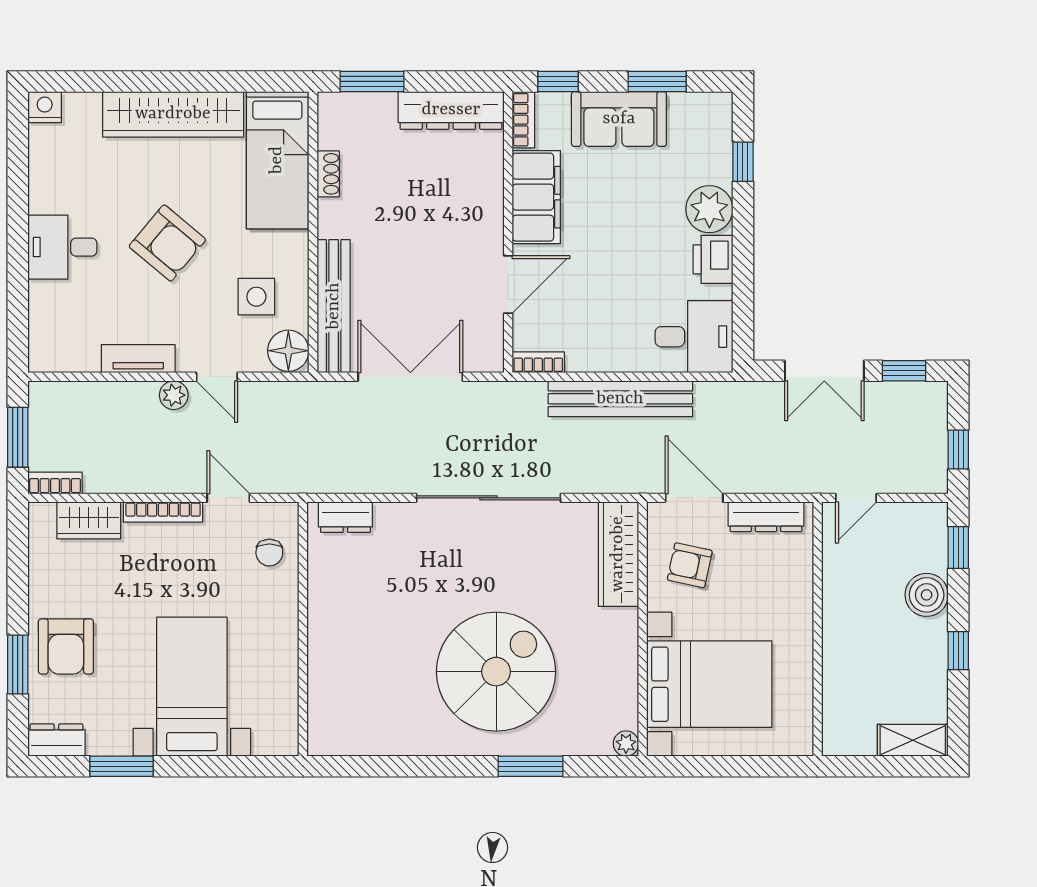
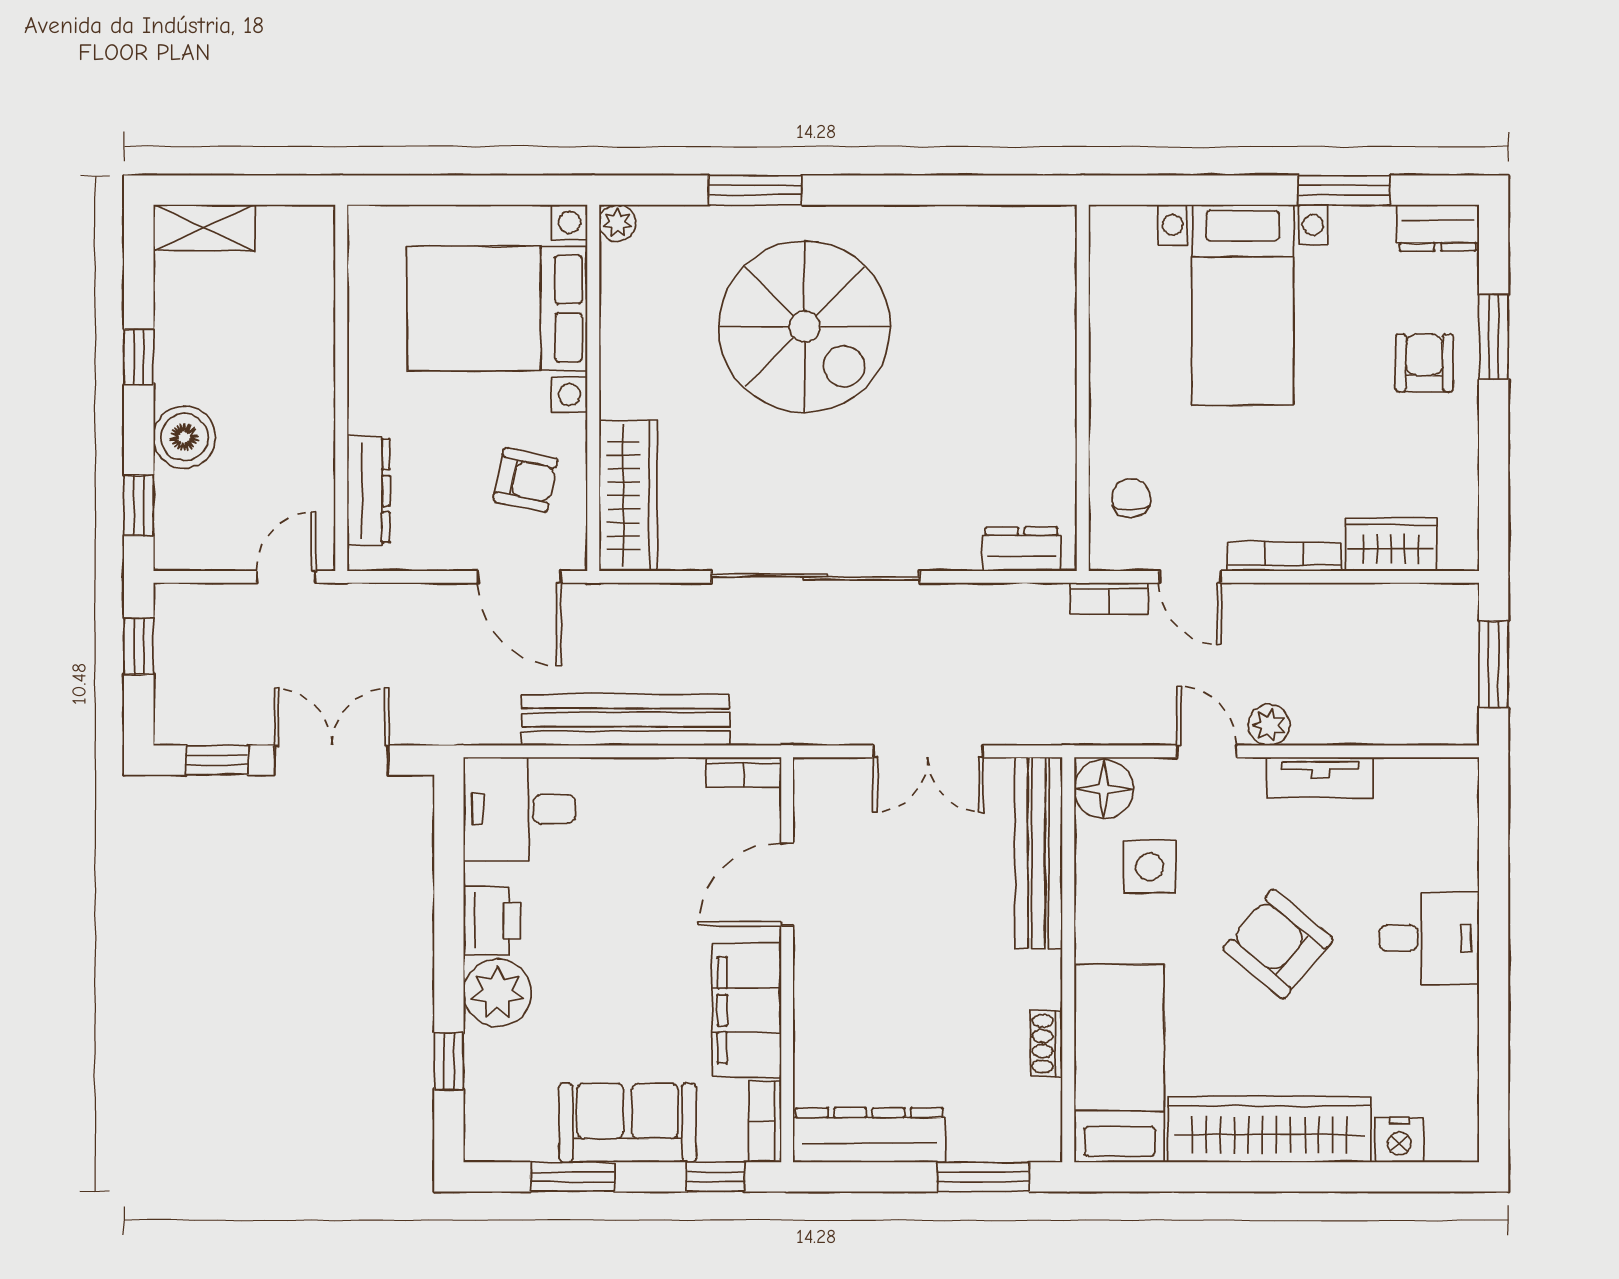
nightstand: (45, 107) -> (1399, 1140), moved
double door: (410, 377) -> (928, 751), width x0.73
bookcase: (55, 483) -> (1109, 598), moved
dresser: (766, 517) -> (368, 491), moved, turned 90
armchair: (66, 646) -> (1424, 363), width x0.72, depth x0.72
spiral stairs: (496, 672) -> (805, 327), turned -90

